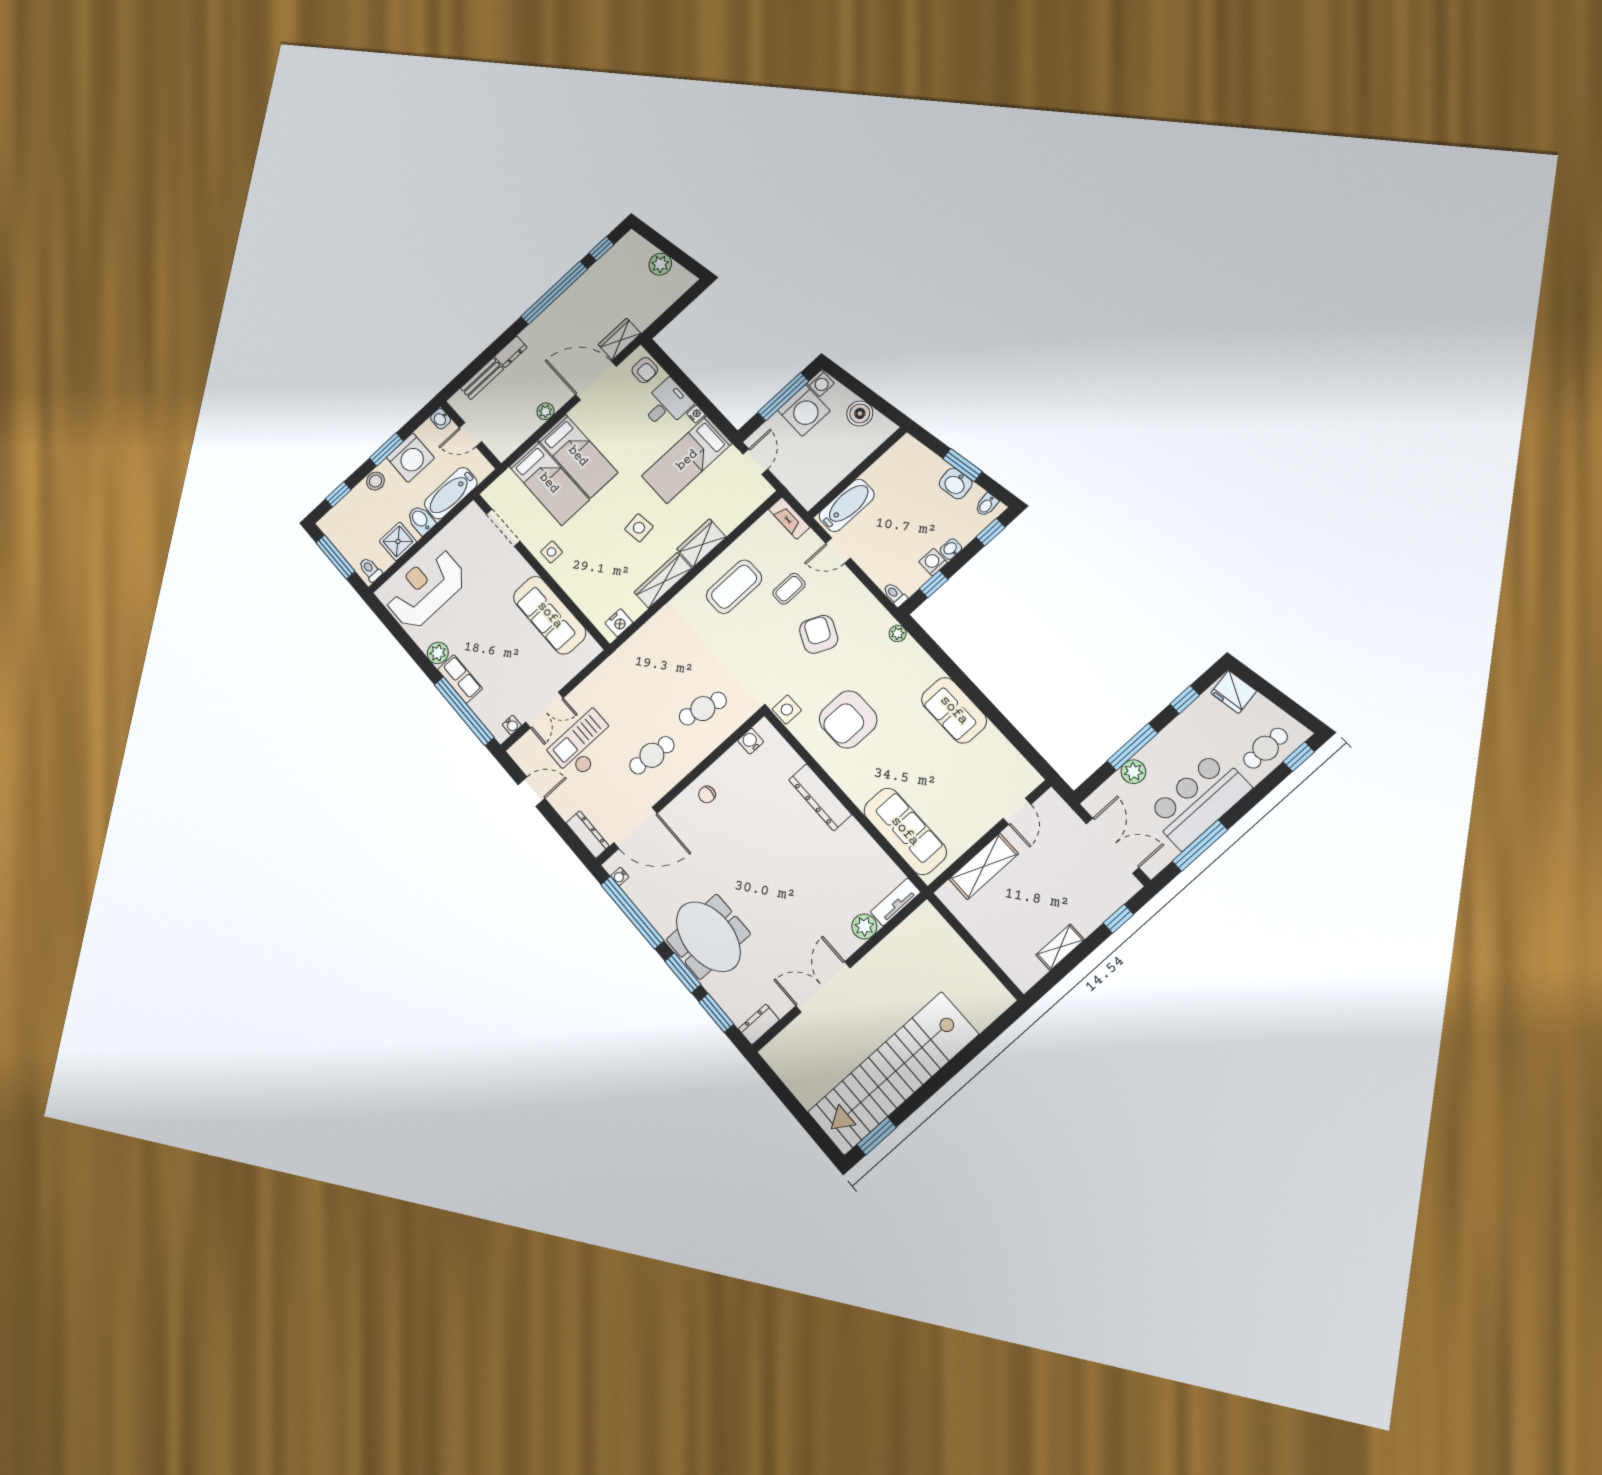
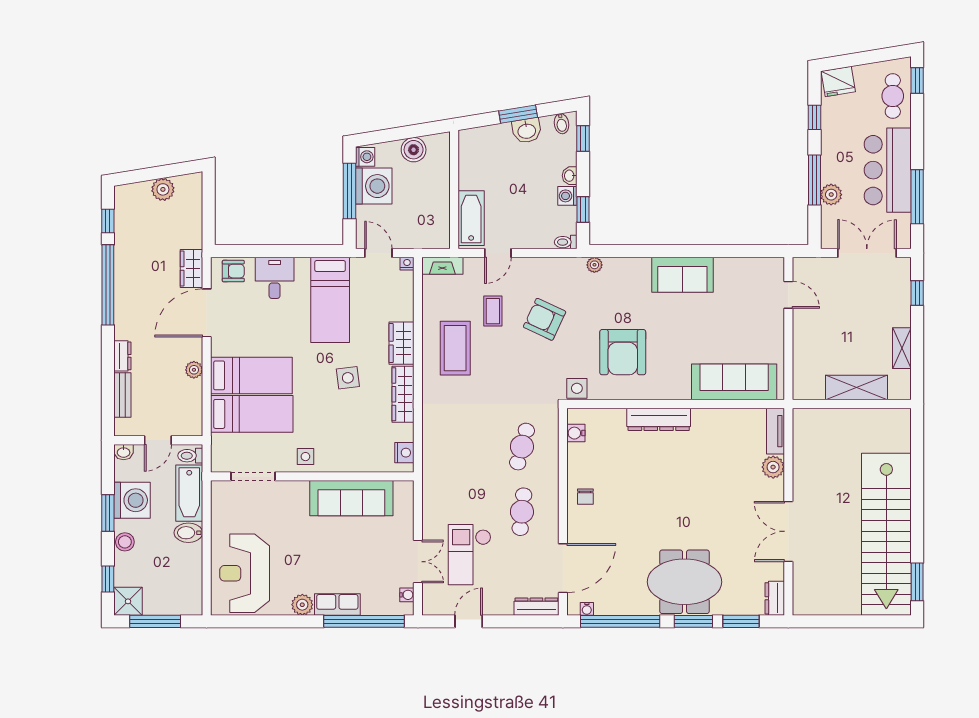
nightstand: (696, 414) -> (407, 264), moved
shower: (398, 541) -> (128, 601), moved
toilet: (370, 569) -> (190, 456), moved
shelving: (984, 866) -> (857, 388), moved, turned 90

